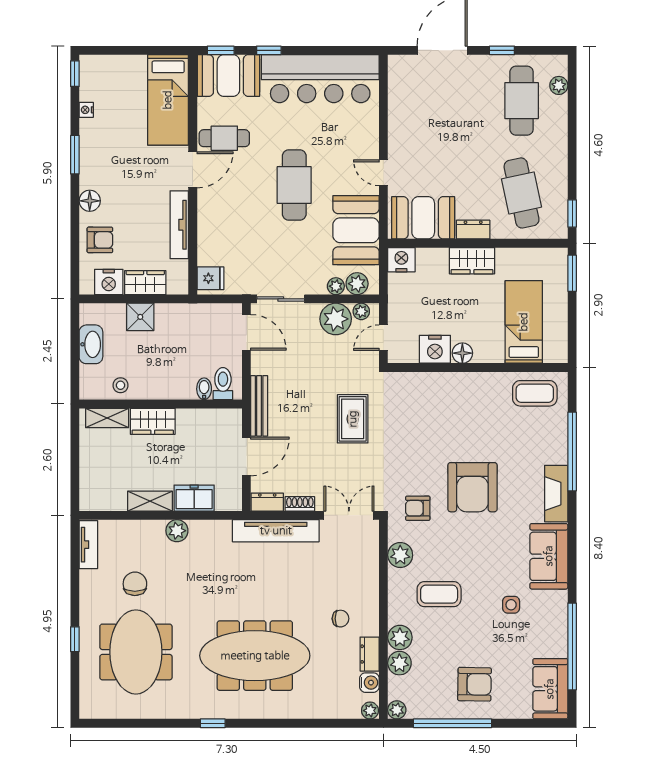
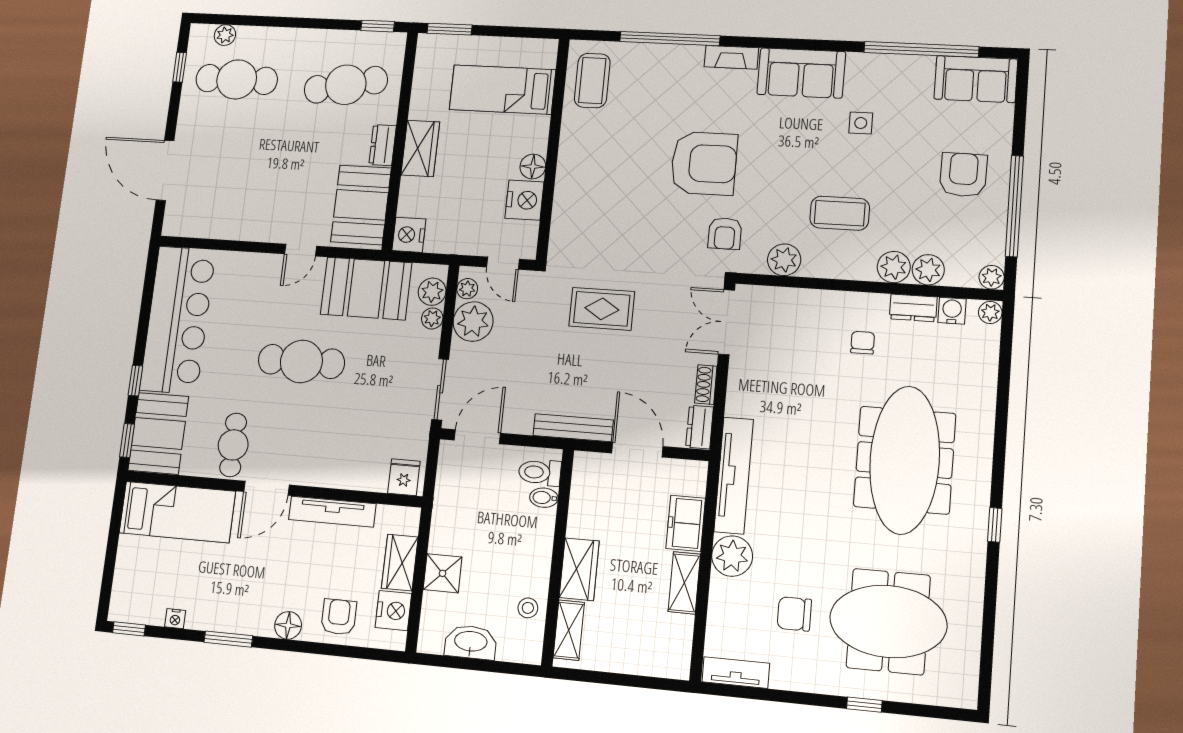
window: (502, 50) -> (180, 67), moved
door: (193, 170) -> (266, 488), swing flipped
fireplace: (556, 494) -> (731, 57), width x0.73, depth x0.76
plant: (177, 531) -> (732, 556), width x1.36, depth x1.36
tv unit: (276, 531) -> (734, 475), moved
coffee table: (439, 594) -> (840, 213), turned 90

